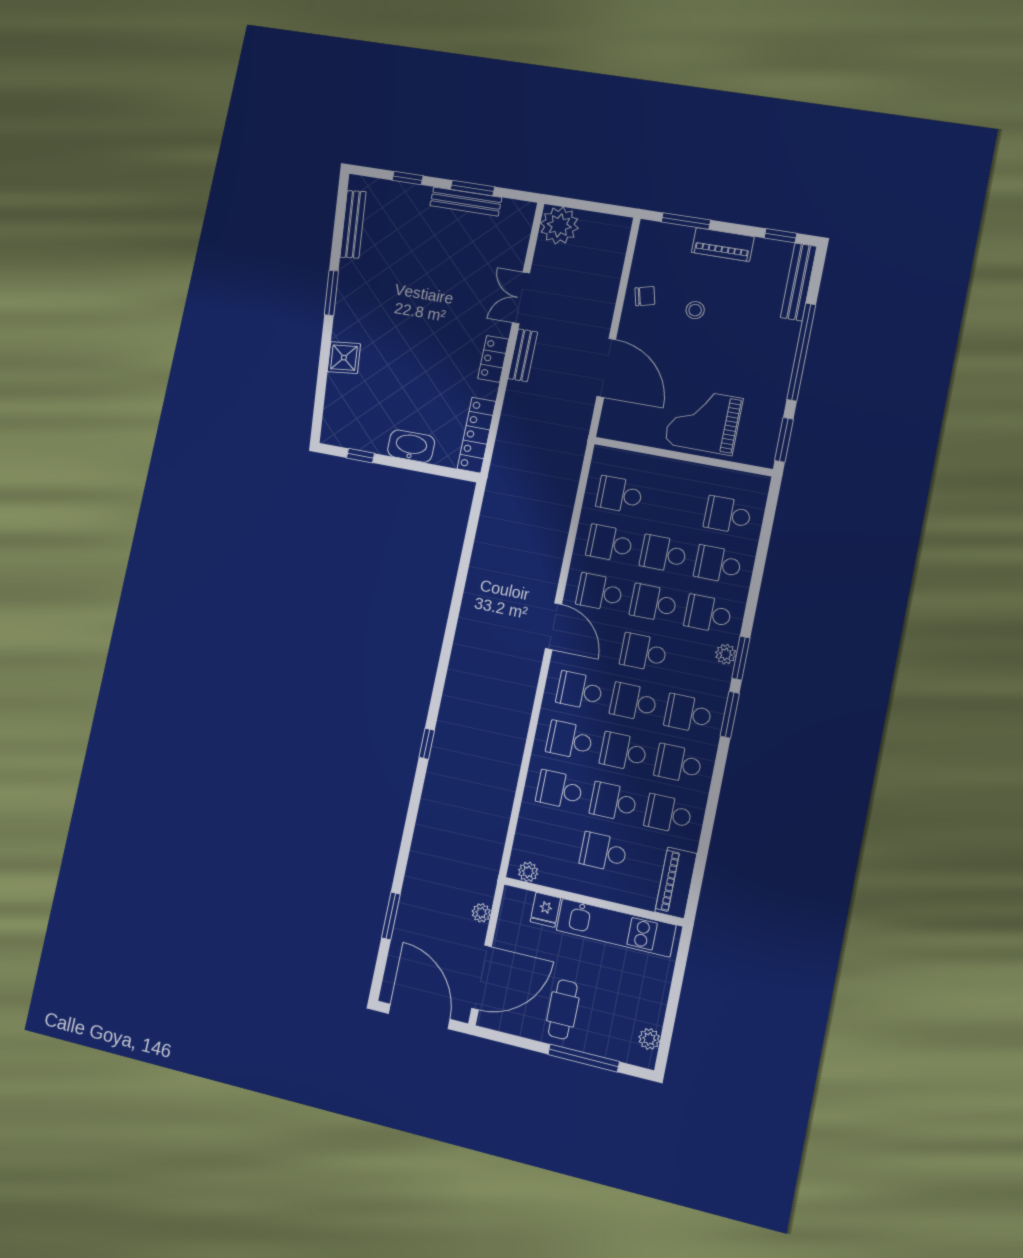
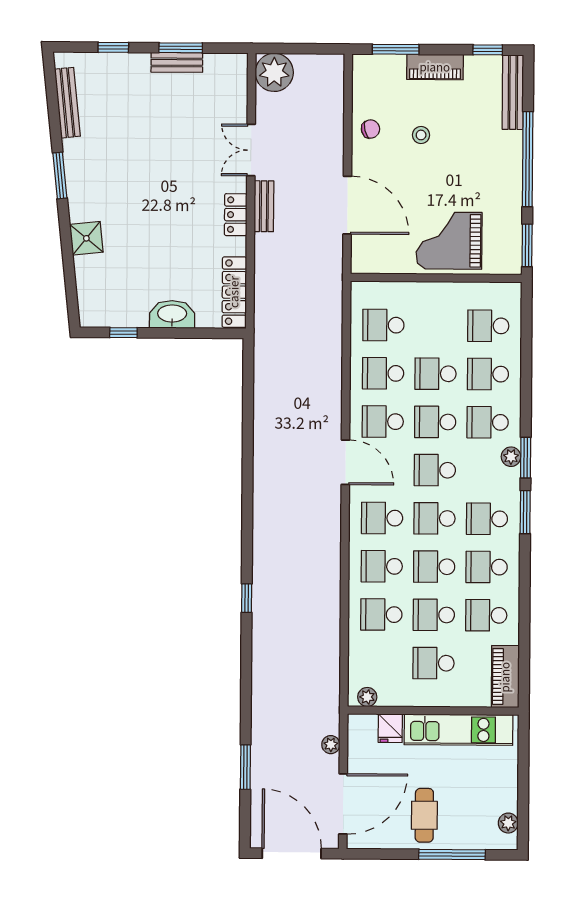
bench: (466, 202) -> (177, 62), width x0.73

